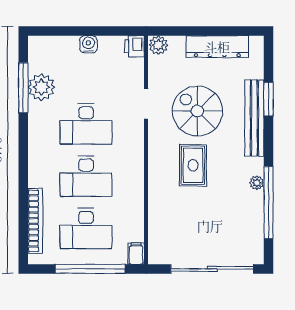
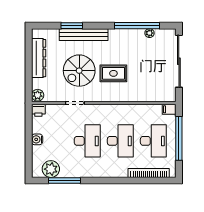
plant: (41, 87) -> (51, 169), moved
plant: (257, 183) -> (149, 33), moved

